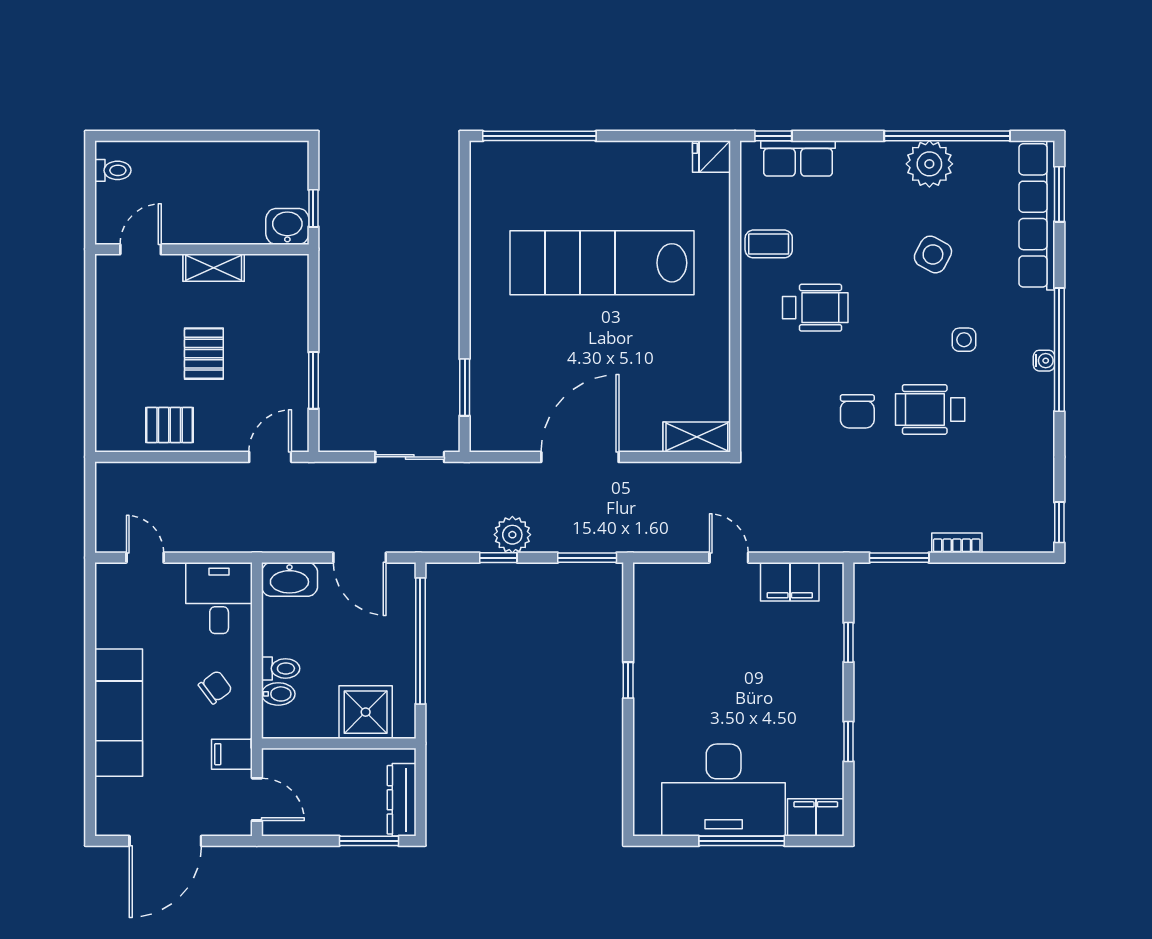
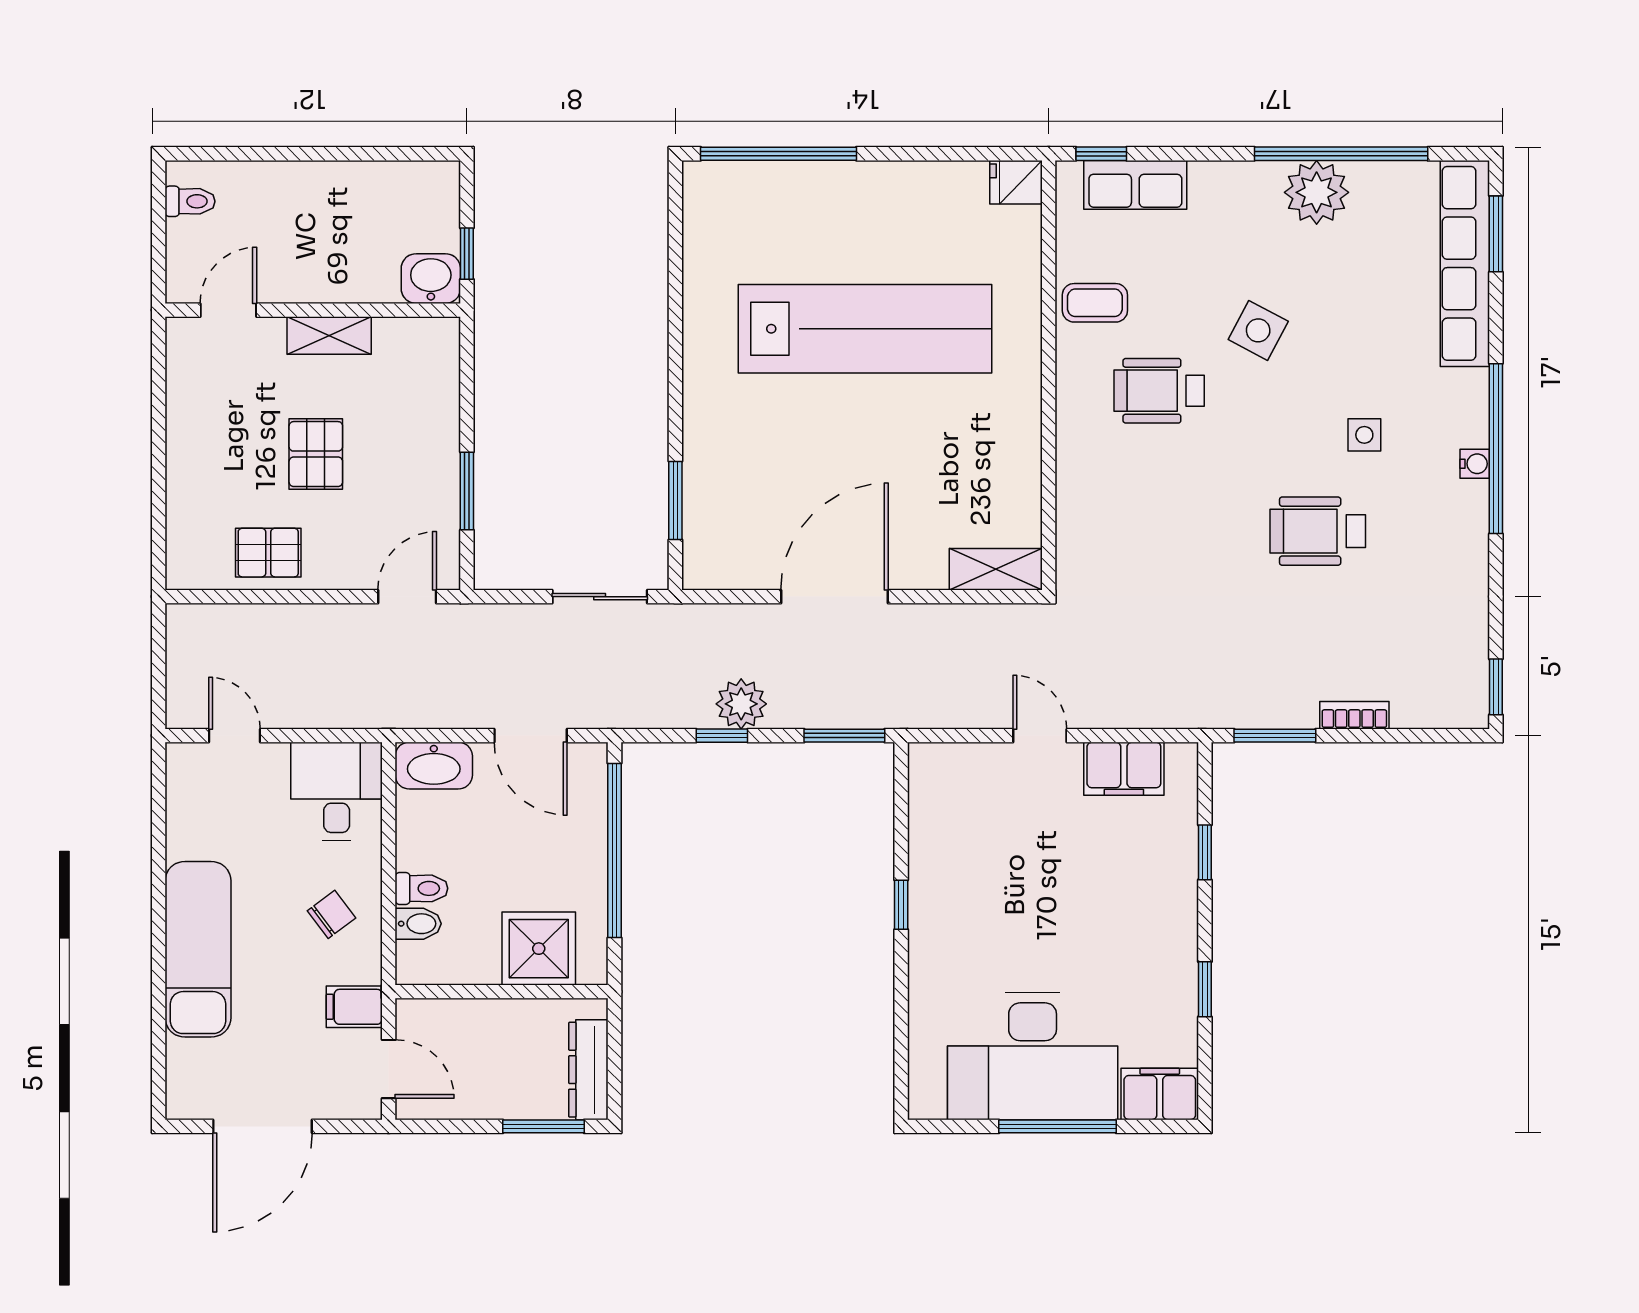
side table: (933, 254) -> (1258, 330), moved
lab bench: (602, 263) -> (865, 329), turned 180
wheelchair: (815, 308) -> (1159, 391), turned 180
chair: (857, 411) -> (1217, 534), removed

